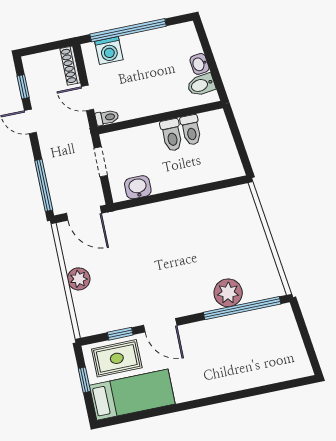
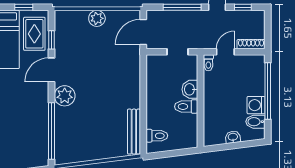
washing machine: (109, 50) -> (256, 105), moved
bidet: (201, 85) -> (255, 122), moved, turned -83
toilet: (191, 130) -> (157, 136), moved, turned 180
window: (44, 185) -> (182, 7), moved
washbasin: (138, 187) -> (190, 89), moved, turned 180
bench: (220, 198) -> (134, 132), added
plant: (228, 293) -> (65, 96), moved

